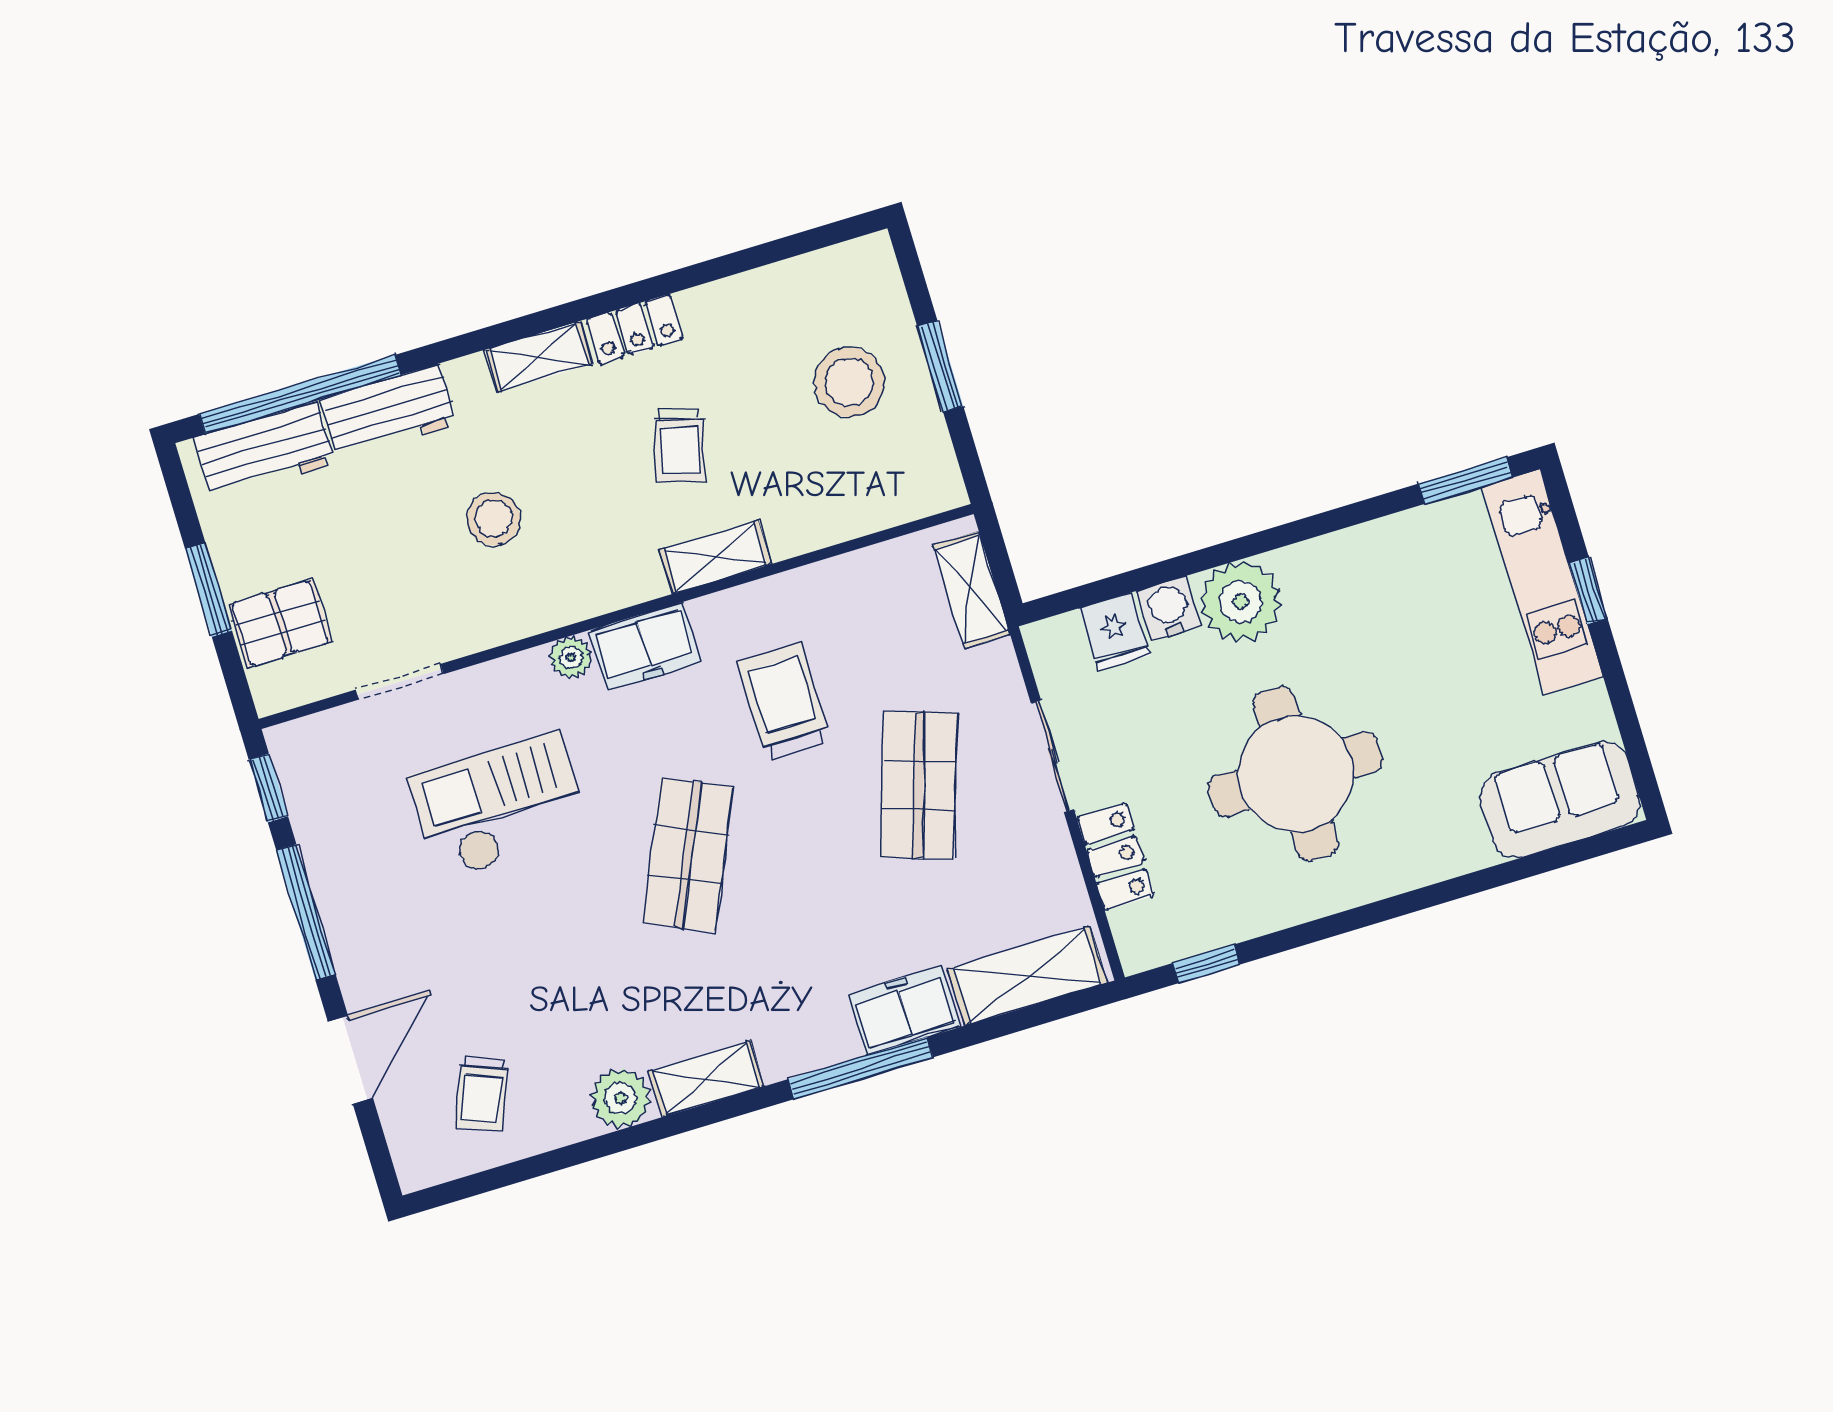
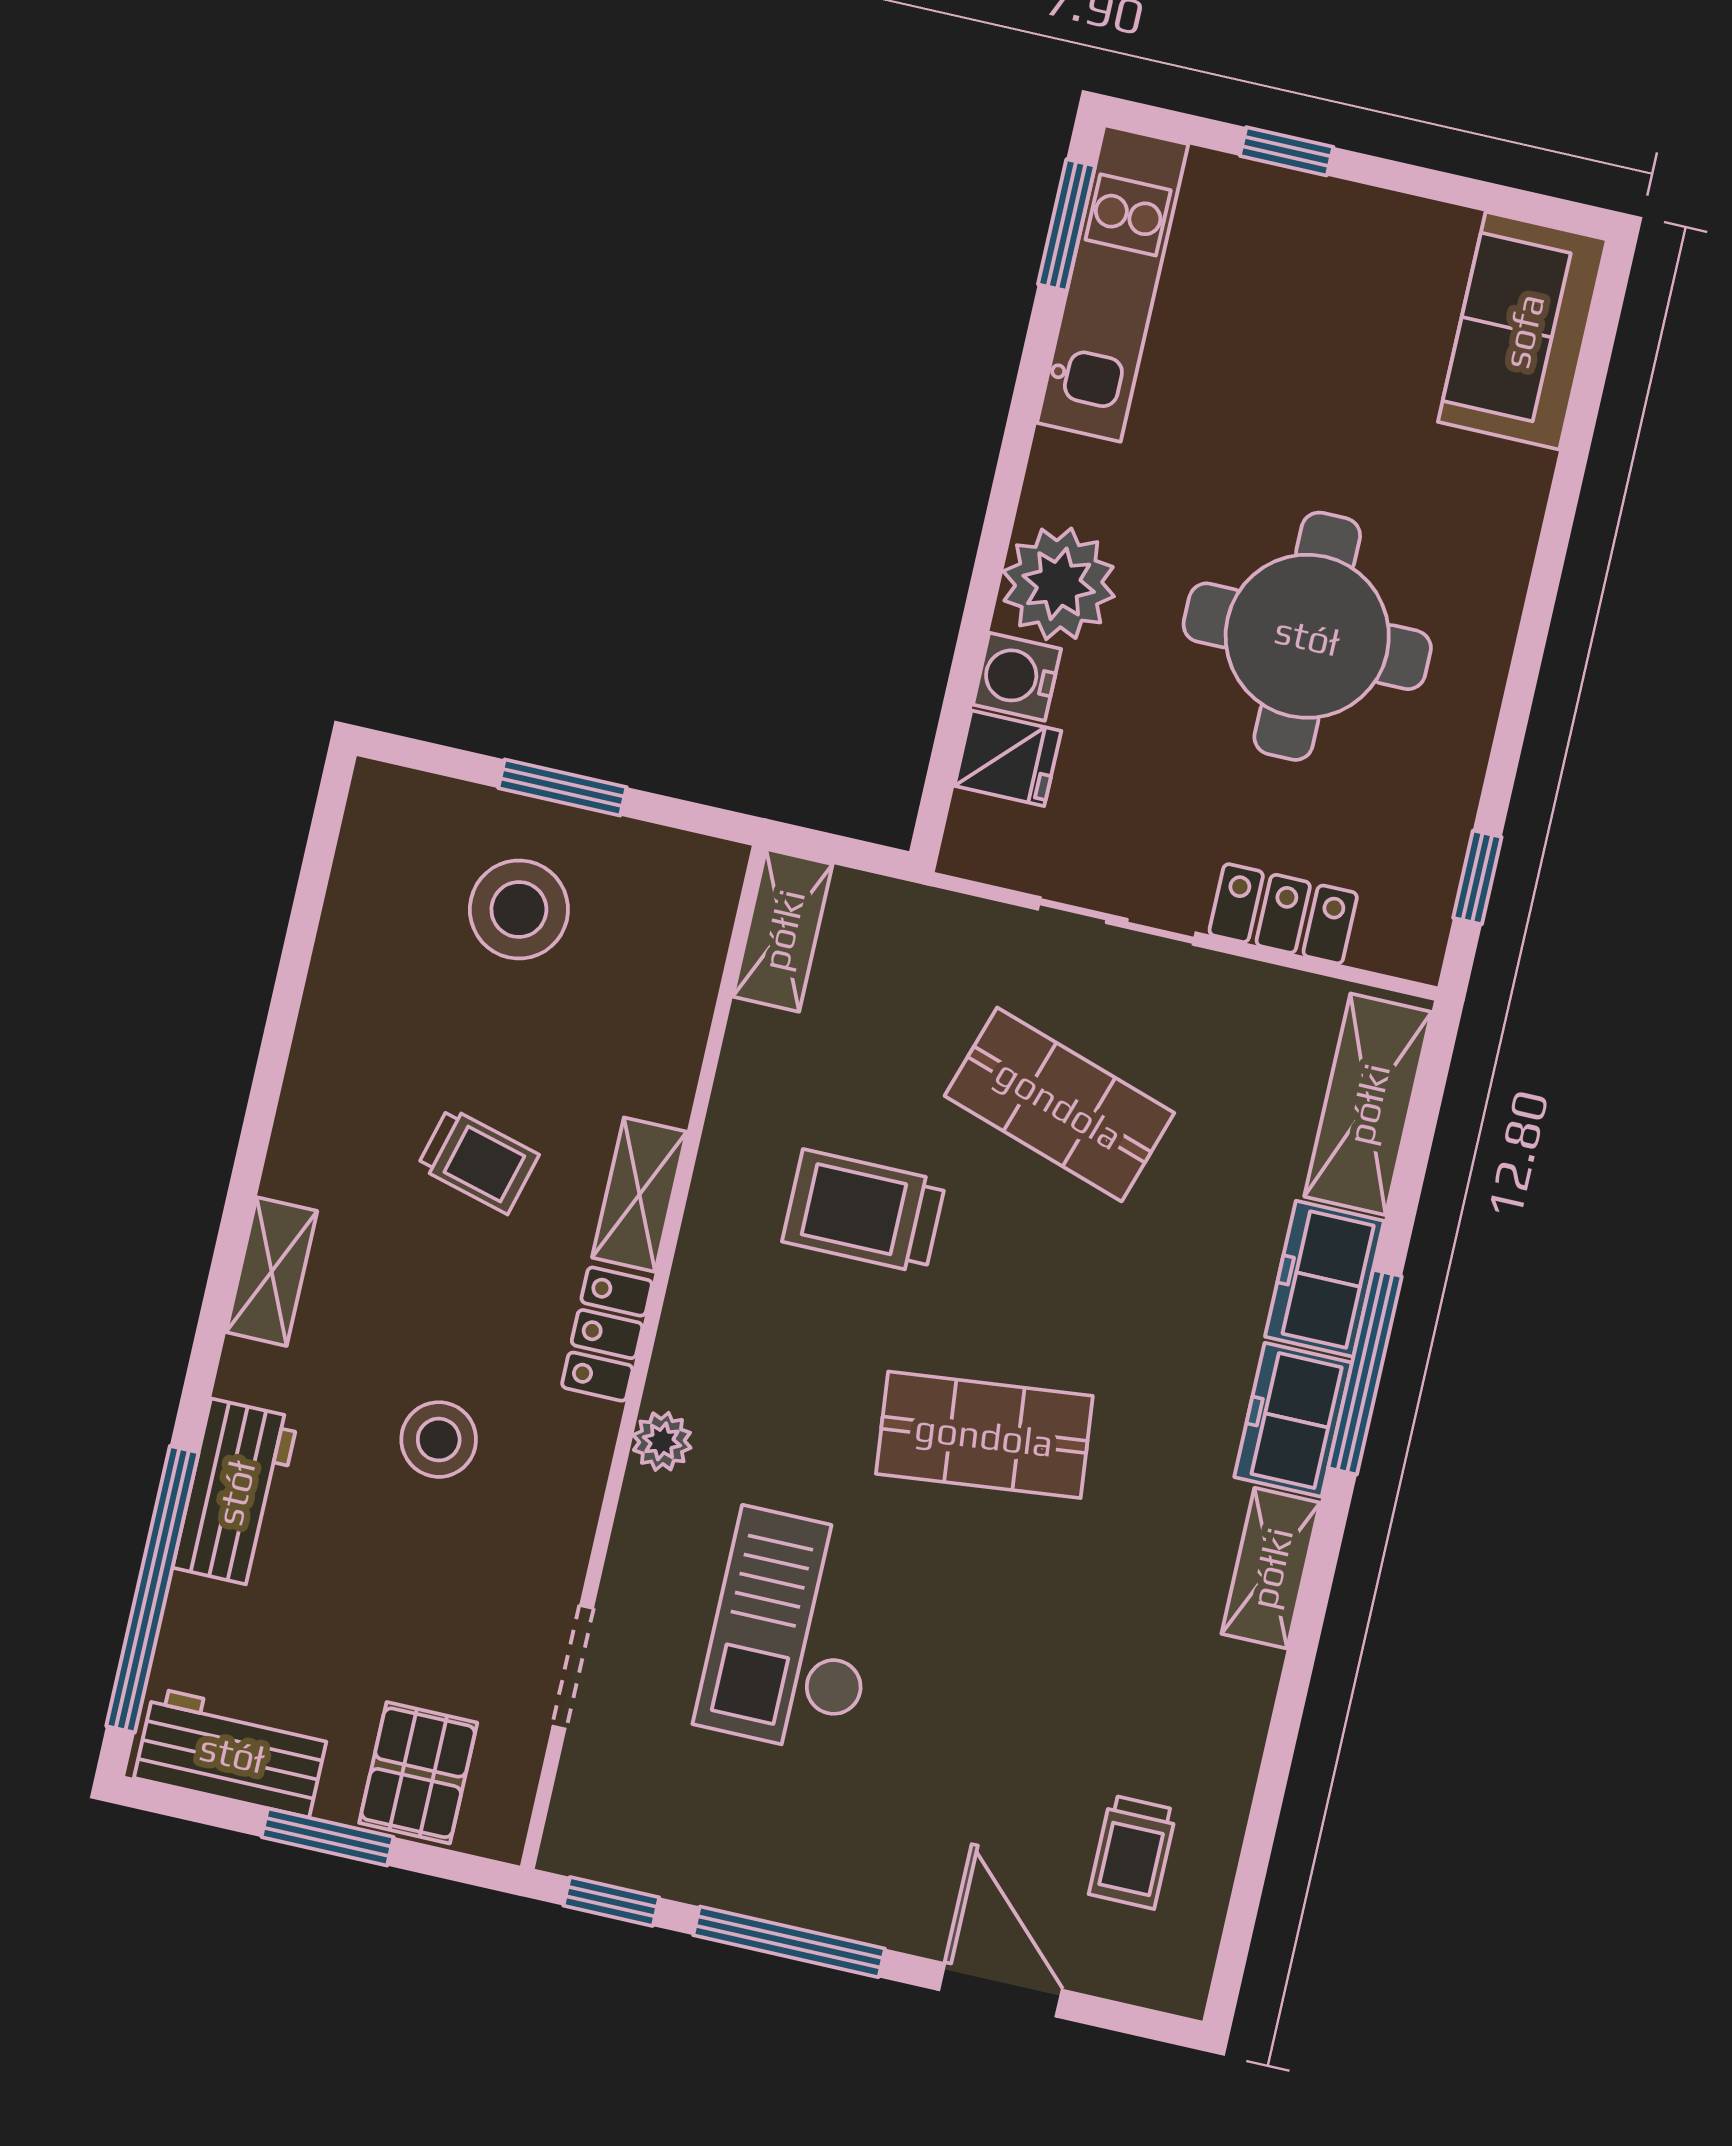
locker: (635, 329) -> (607, 1334), moved, turned 180
workbench: (265, 451) -> (232, 1753), moved, turned -90
kitchen unit: (1542, 582) -> (1113, 283), moved, turned -90
shelving: (971, 590) -> (783, 930), moved, turned 90
freezer: (645, 647) -> (1293, 1420), moved, turned 180
shop shelf: (688, 855) -> (984, 1435), turned -30
trolley: (482, 1093) -> (1133, 1852), turned 68
plant: (621, 1098) -> (1235, 1686), removed

